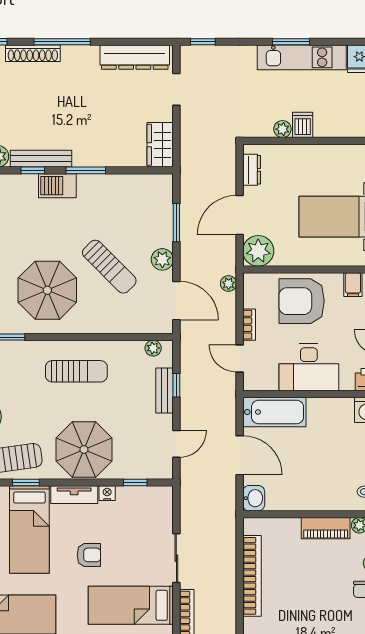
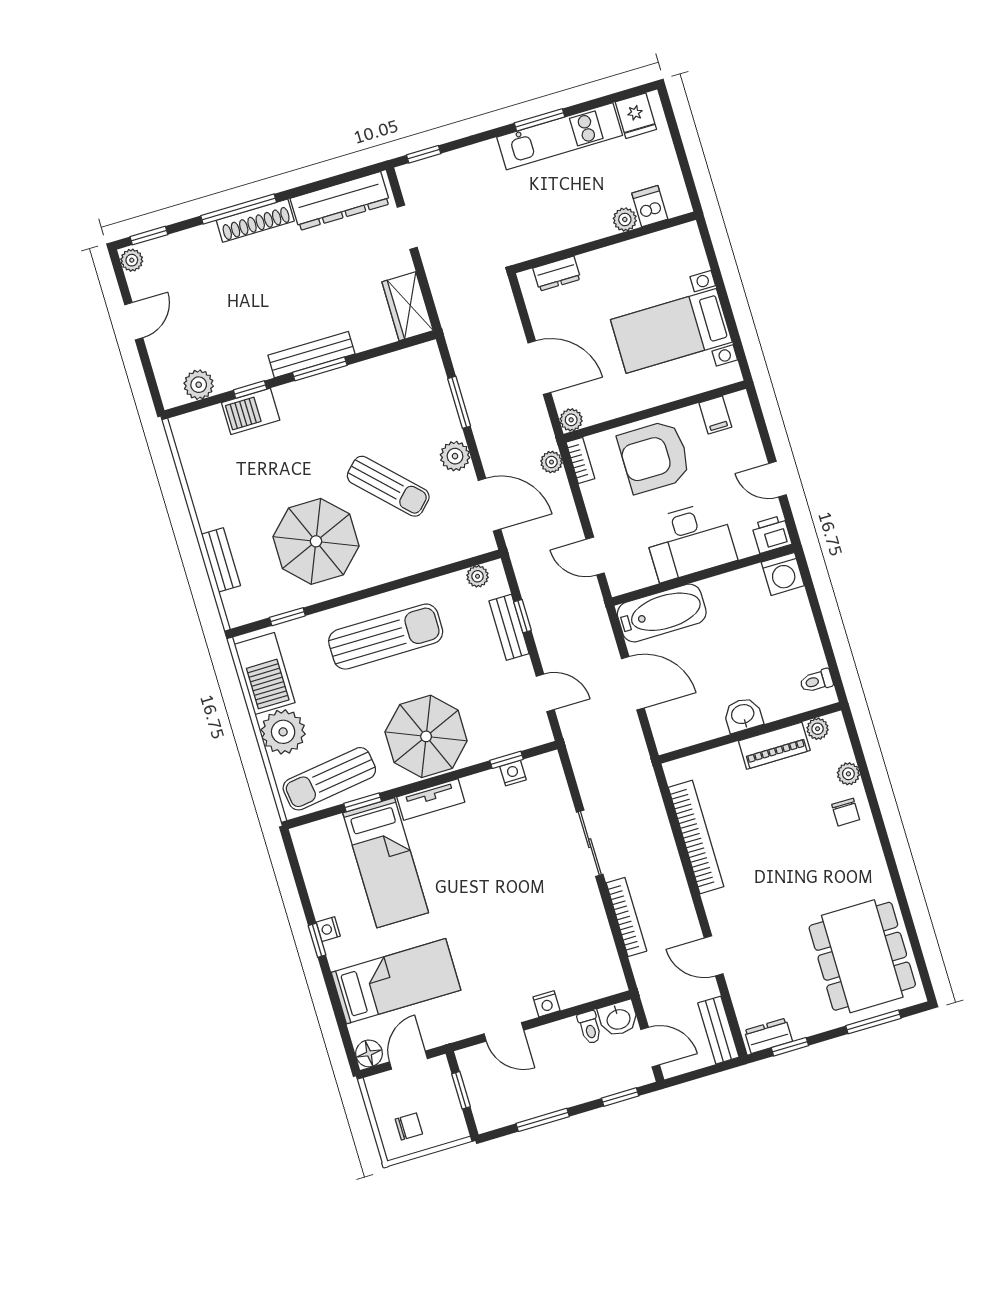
shoe rack: (33, 53) -> (255, 221), moved
dishwasher: (303, 125) -> (650, 206), moved
plant: (282, 129) -> (625, 219), moved
bench: (41, 159) -> (311, 355), moved
dresser: (252, 170) -> (557, 274), moved, turned 90
barbecue: (57, 186) -> (251, 411), moved
door: (240, 215) -> (539, 368), swing flipped
plant: (258, 251) -> (571, 420), width x0.53, depth x0.53
bookcase: (249, 325) -> (580, 460), moved
sun lounger: (76, 371) -> (386, 637), width x1.36, depth x1.34
door: (176, 444) -> (545, 693), hinge flipped
nightstand: (107, 493) -> (513, 773), moved
washbasin: (254, 498) -> (743, 715), moved, turned -90
armchair: (89, 555) -> (474, 873), removed
bed: (131, 605) -> (548, 923), removed

